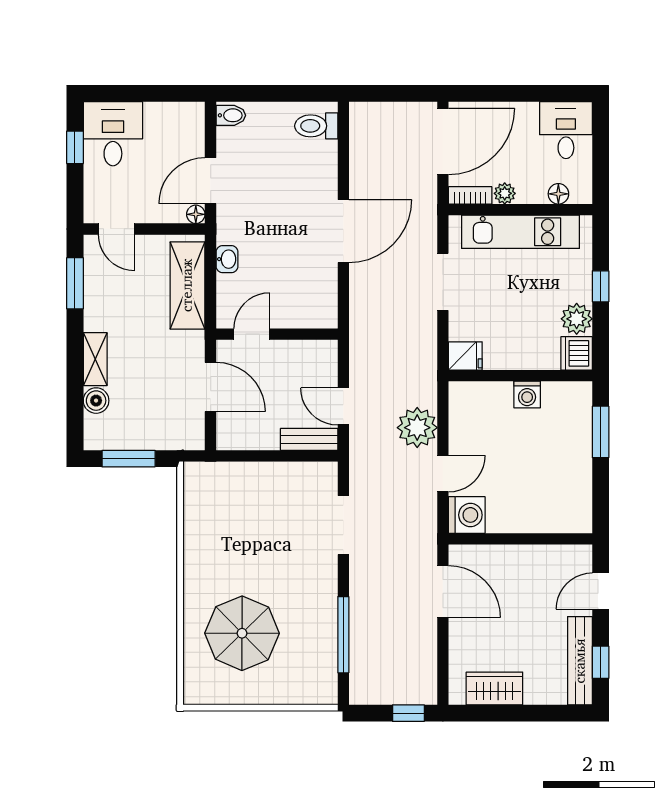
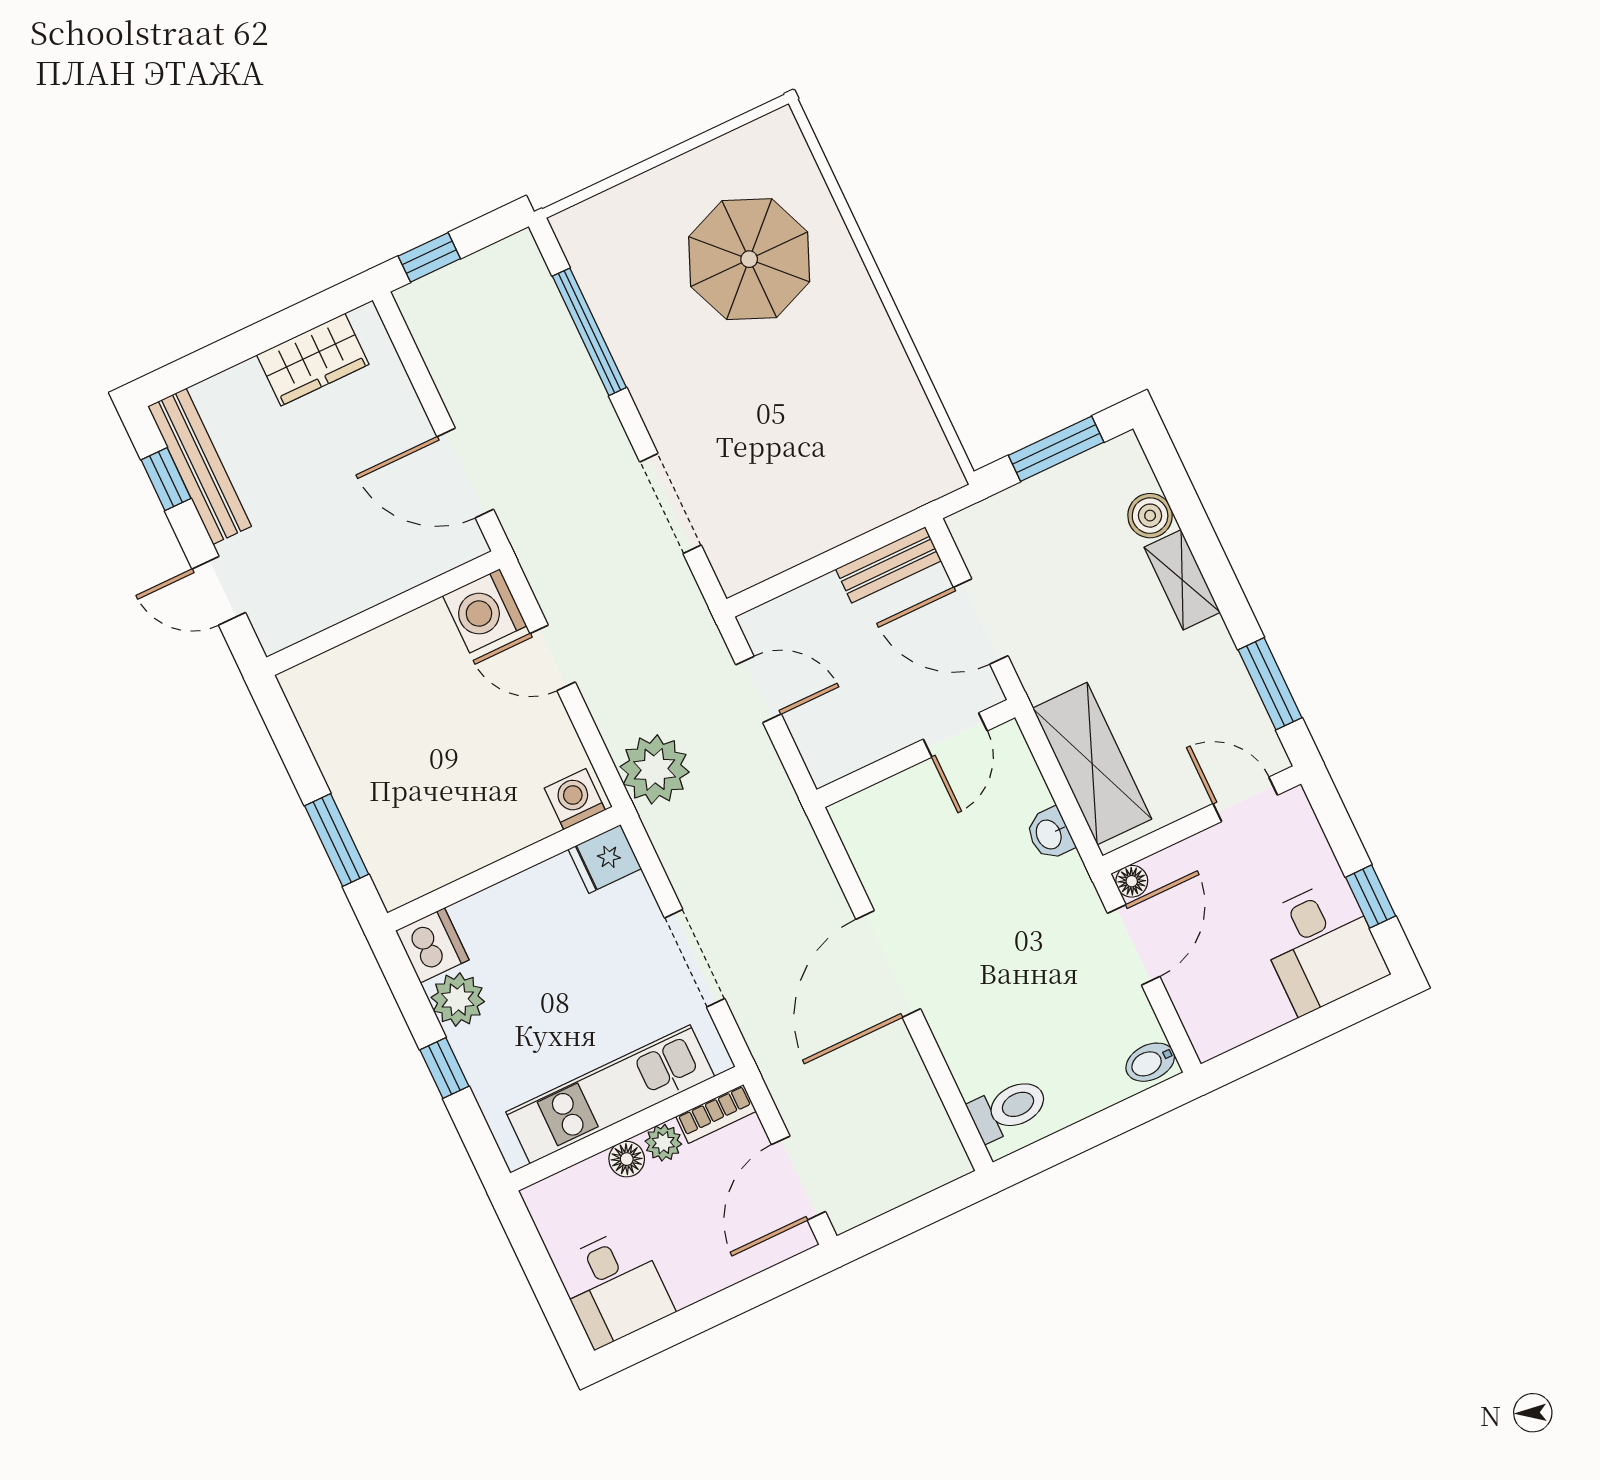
door: (443, 142) -> (799, 1178), width x0.73
floor lamp: (558, 194) -> (627, 1159), moved
washing machine: (527, 394) -> (575, 799), moved
plant: (417, 428) -> (655, 769), moved
bench: (309, 439) -> (888, 565), moved
door: (443, 474) -> (553, 658), hinge flipped
door: (601, 591) -> (219, 591), swing flipped

